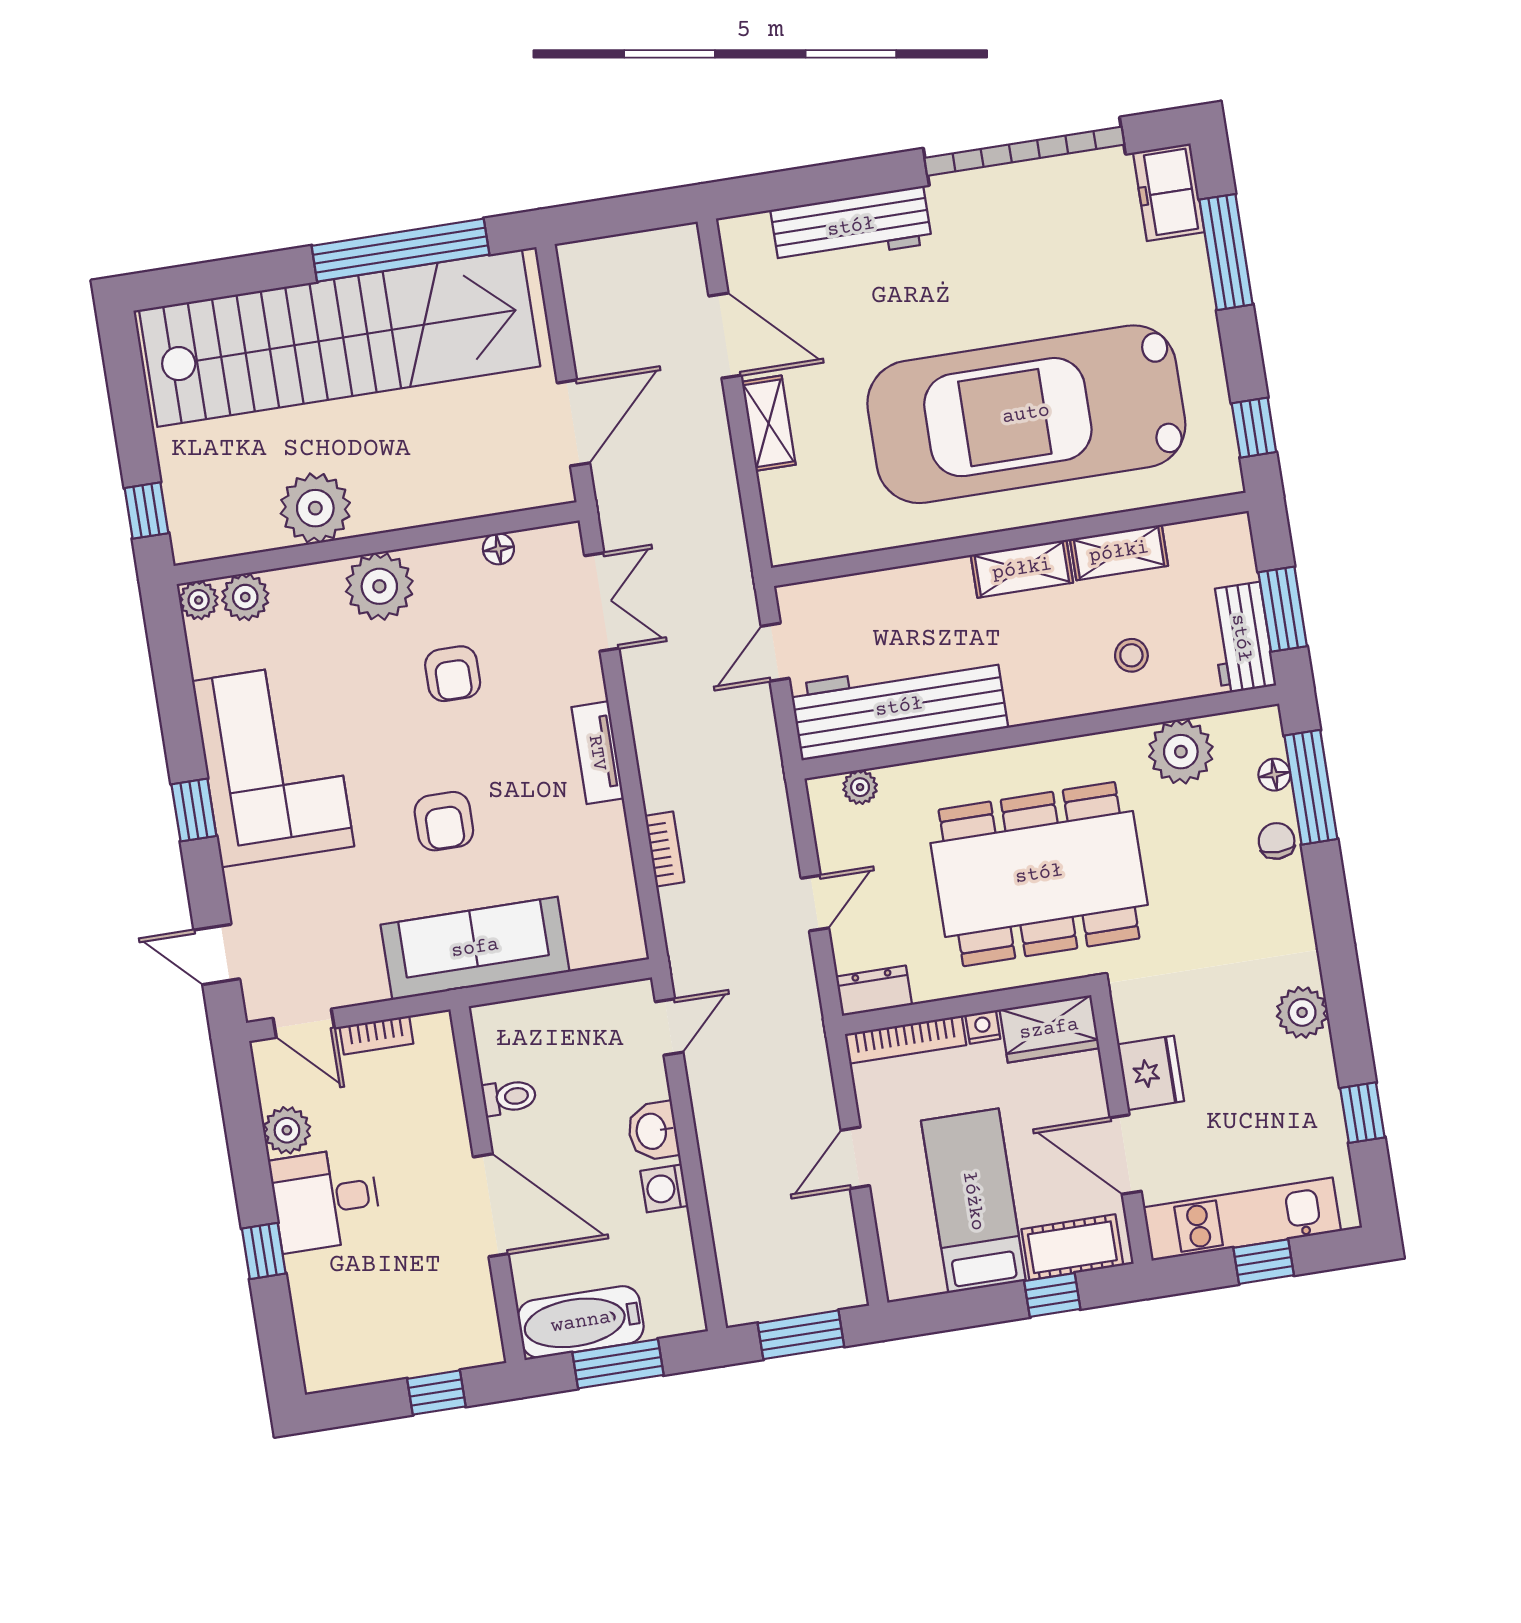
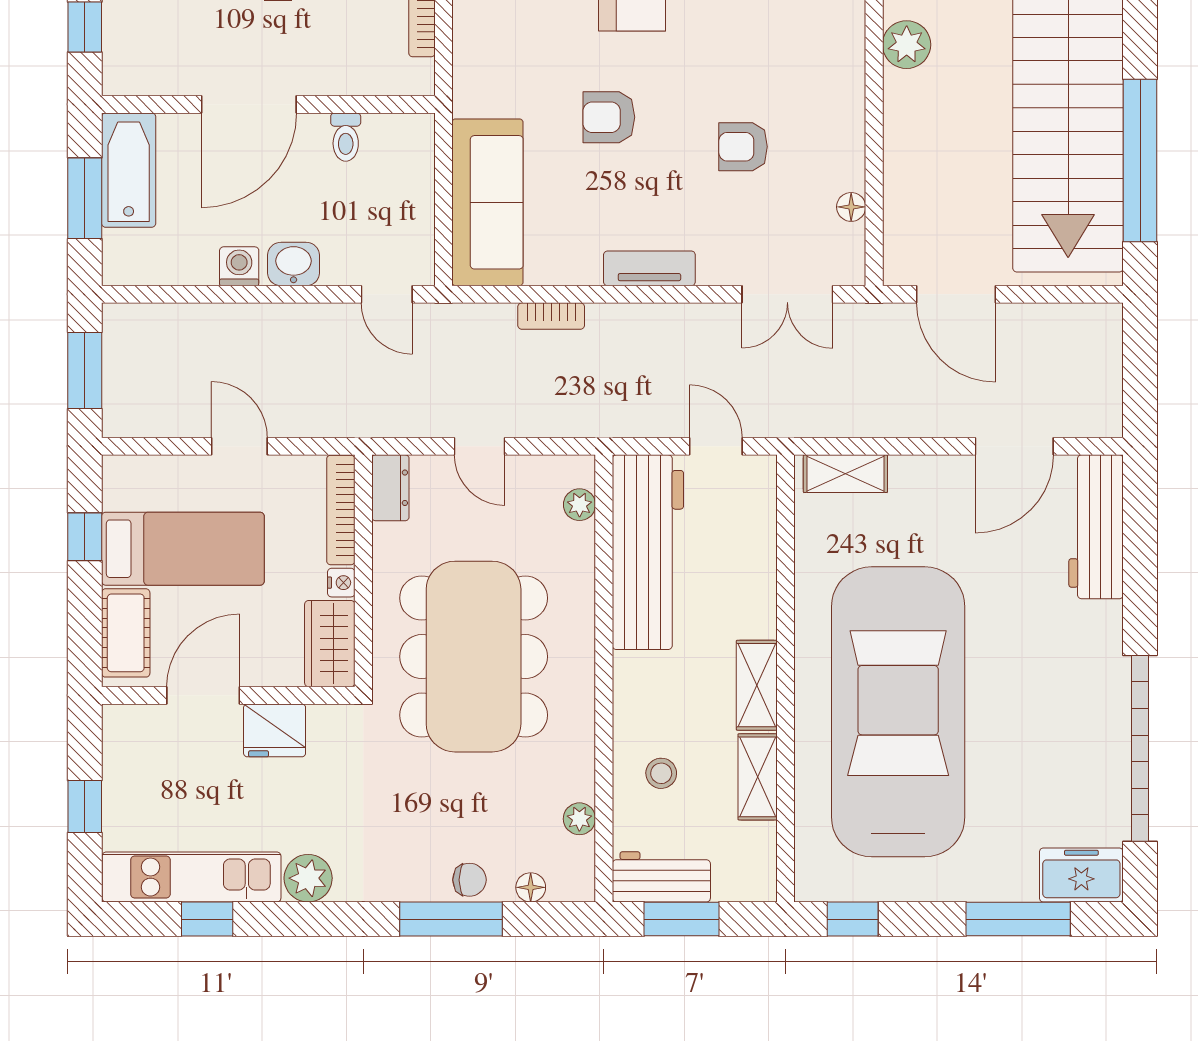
workbench: (851, 227) -> (1096, 527), moved
shelving: (769, 423) -> (845, 474), moved
plant: (315, 508) -> (907, 45), width x0.73, depth x0.73
plant: (379, 586) -> (834, 92), removed
plant: (1181, 752) -> (579, 819), width x0.53, depth x0.53
window: (1311, 787) -> (451, 919), moved
sofa: (475, 948) -> (487, 202), moved
kitchen unit: (1242, 1219) -> (192, 877), moved, turned -90
window: (1052, 1295) -> (85, 537), moved

